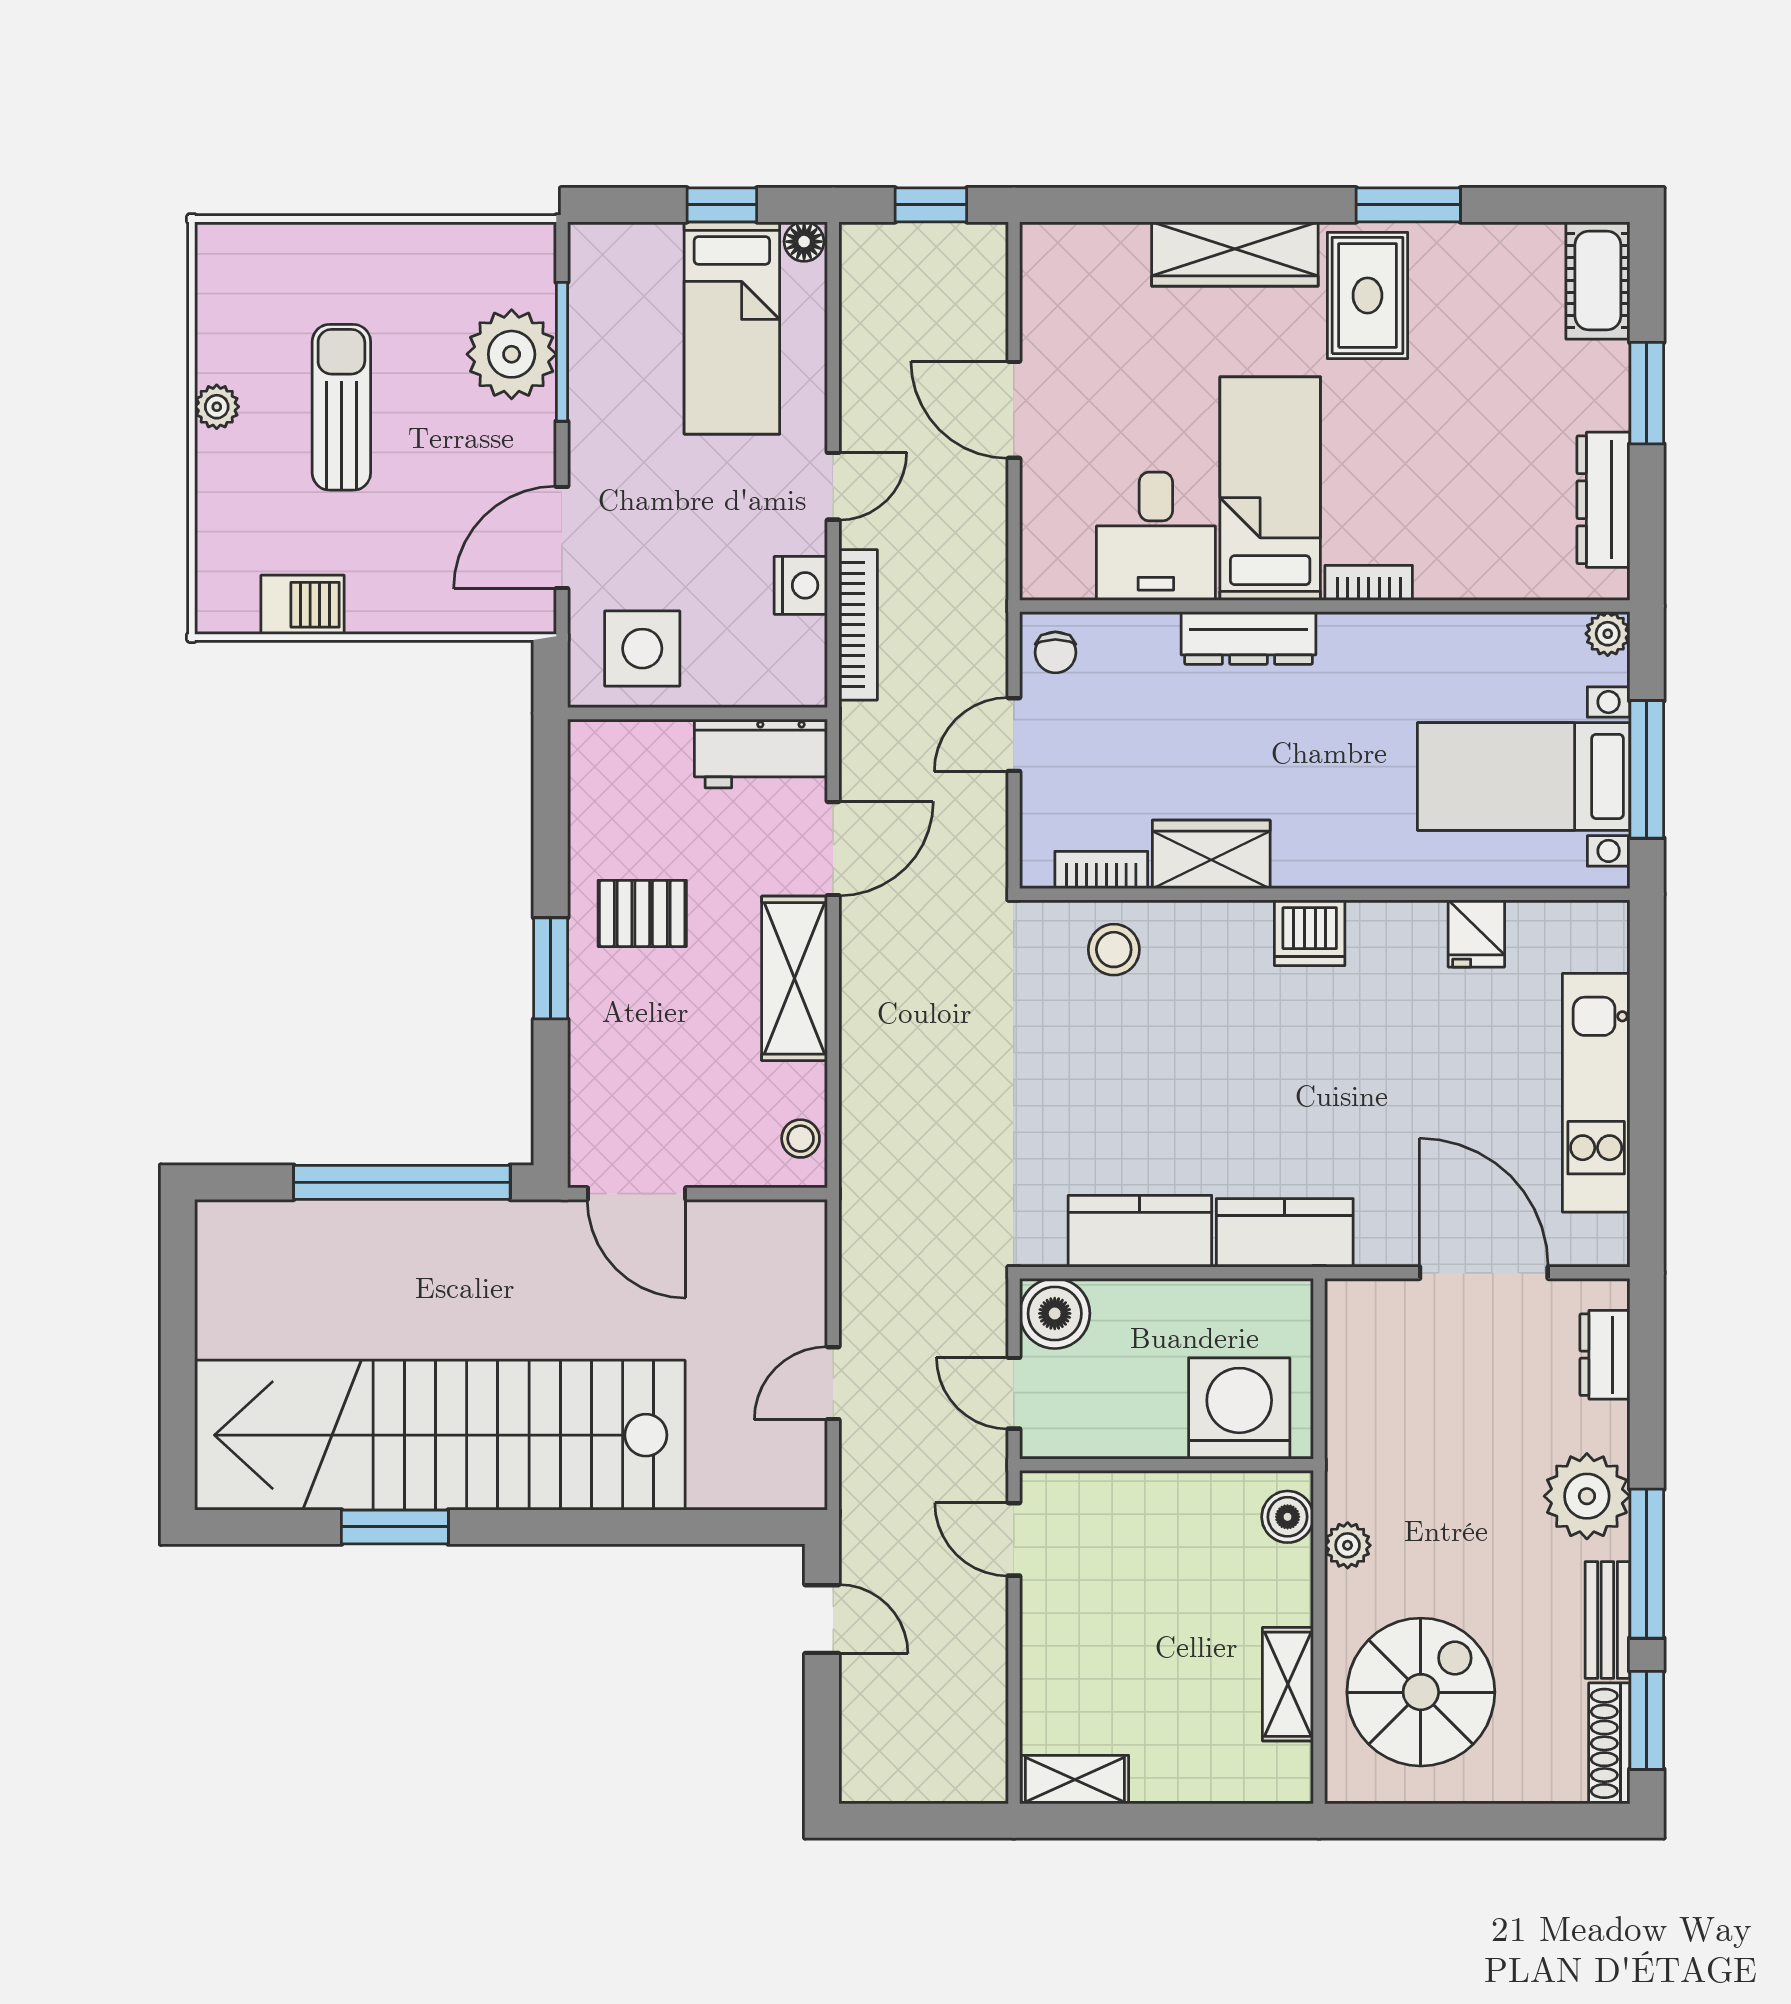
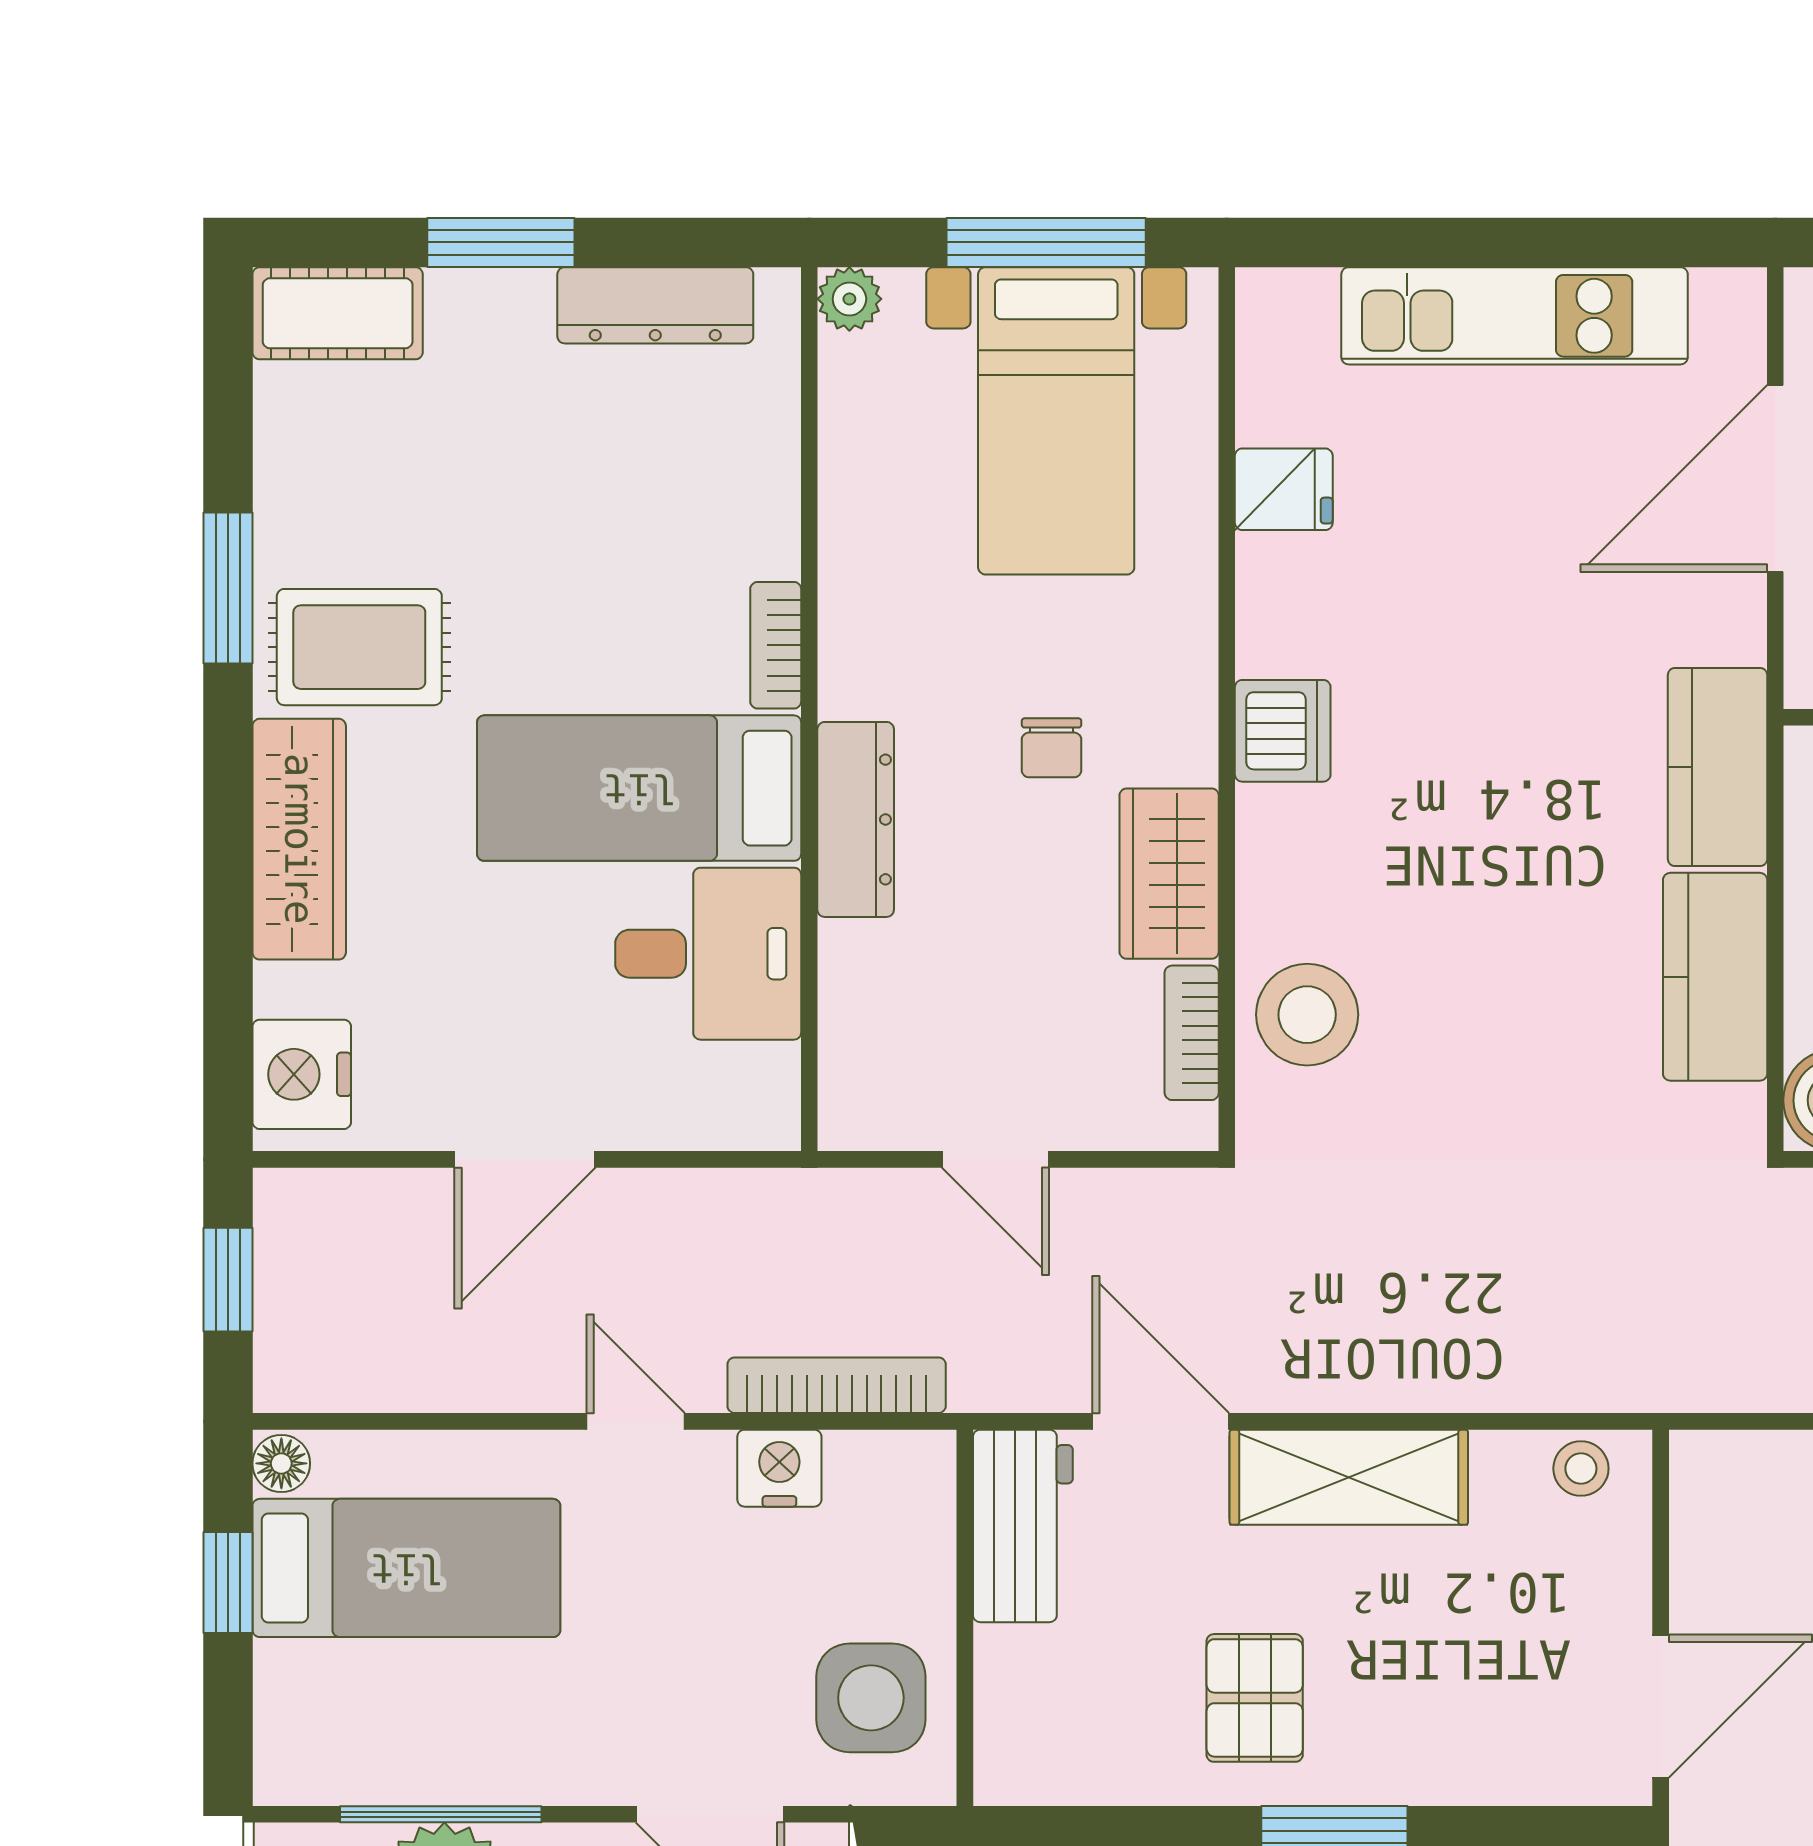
nightstand: (1073, 256) -> (302, 1074), added
chair: (1055, 652) -> (1052, 748), moved, turned 90
stool: (1114, 950) -> (1307, 1015), width x1.38, depth x1.38

